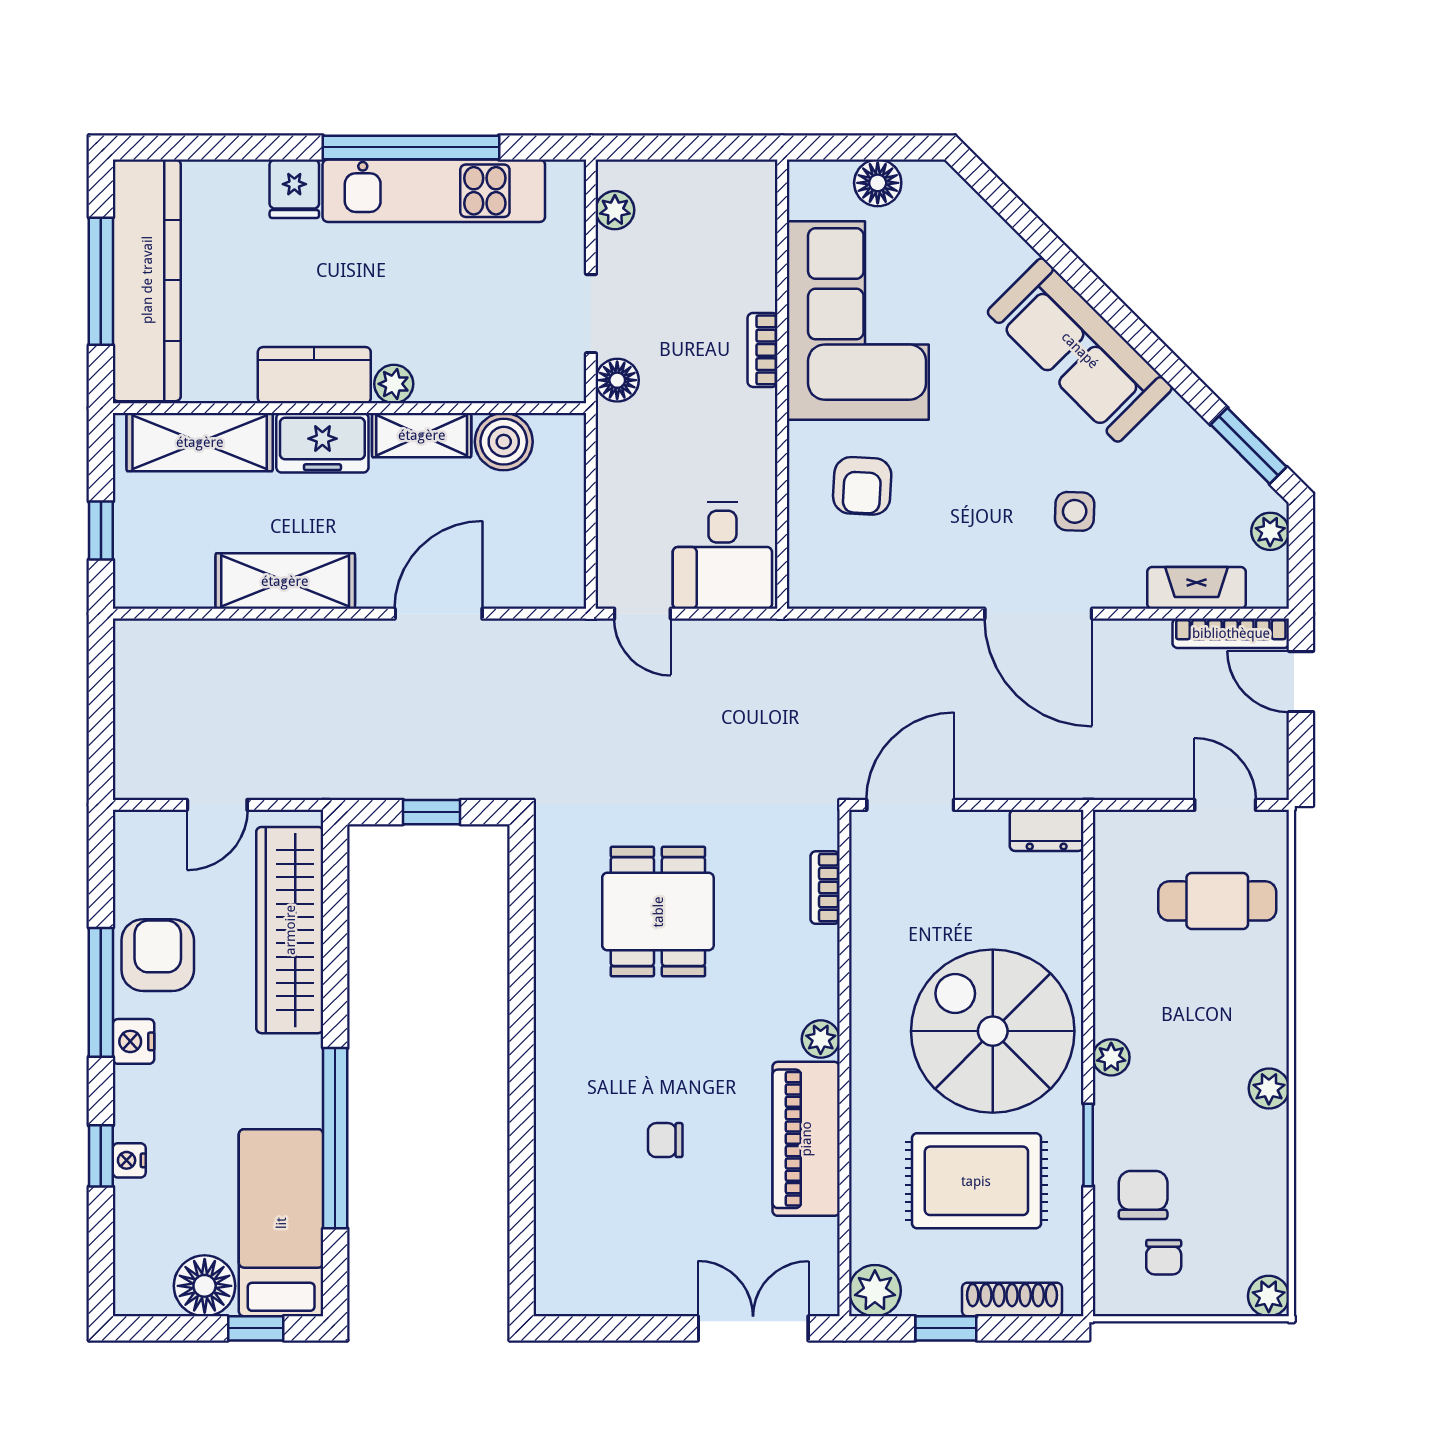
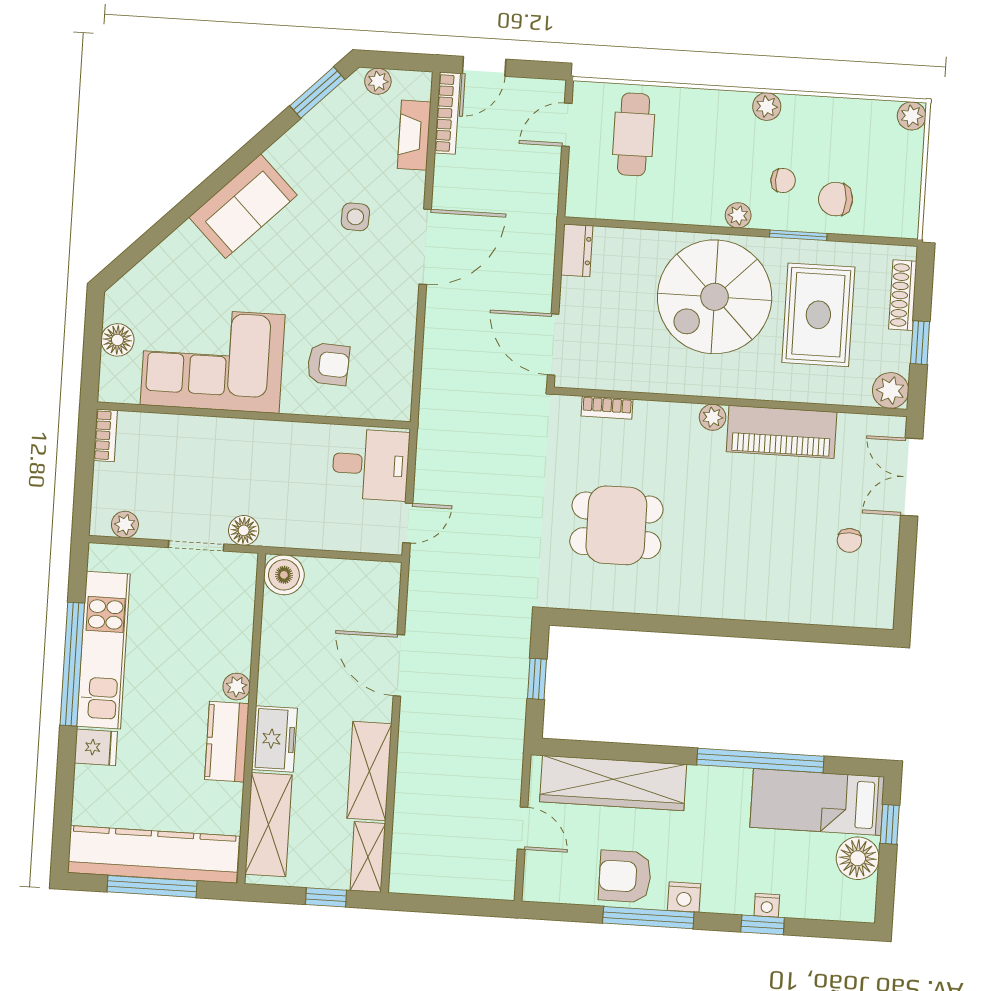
bookcase: (763, 350) -> (105, 435), moved, turned -90
sofa: (1080, 350) -> (243, 206), width x0.73
shelving: (422, 435) -> (368, 857), moved
boiler: (504, 442) -> (284, 575), moved
chair: (665, 1140) -> (849, 540), moved
chair: (1164, 1257) -> (783, 180), moved

